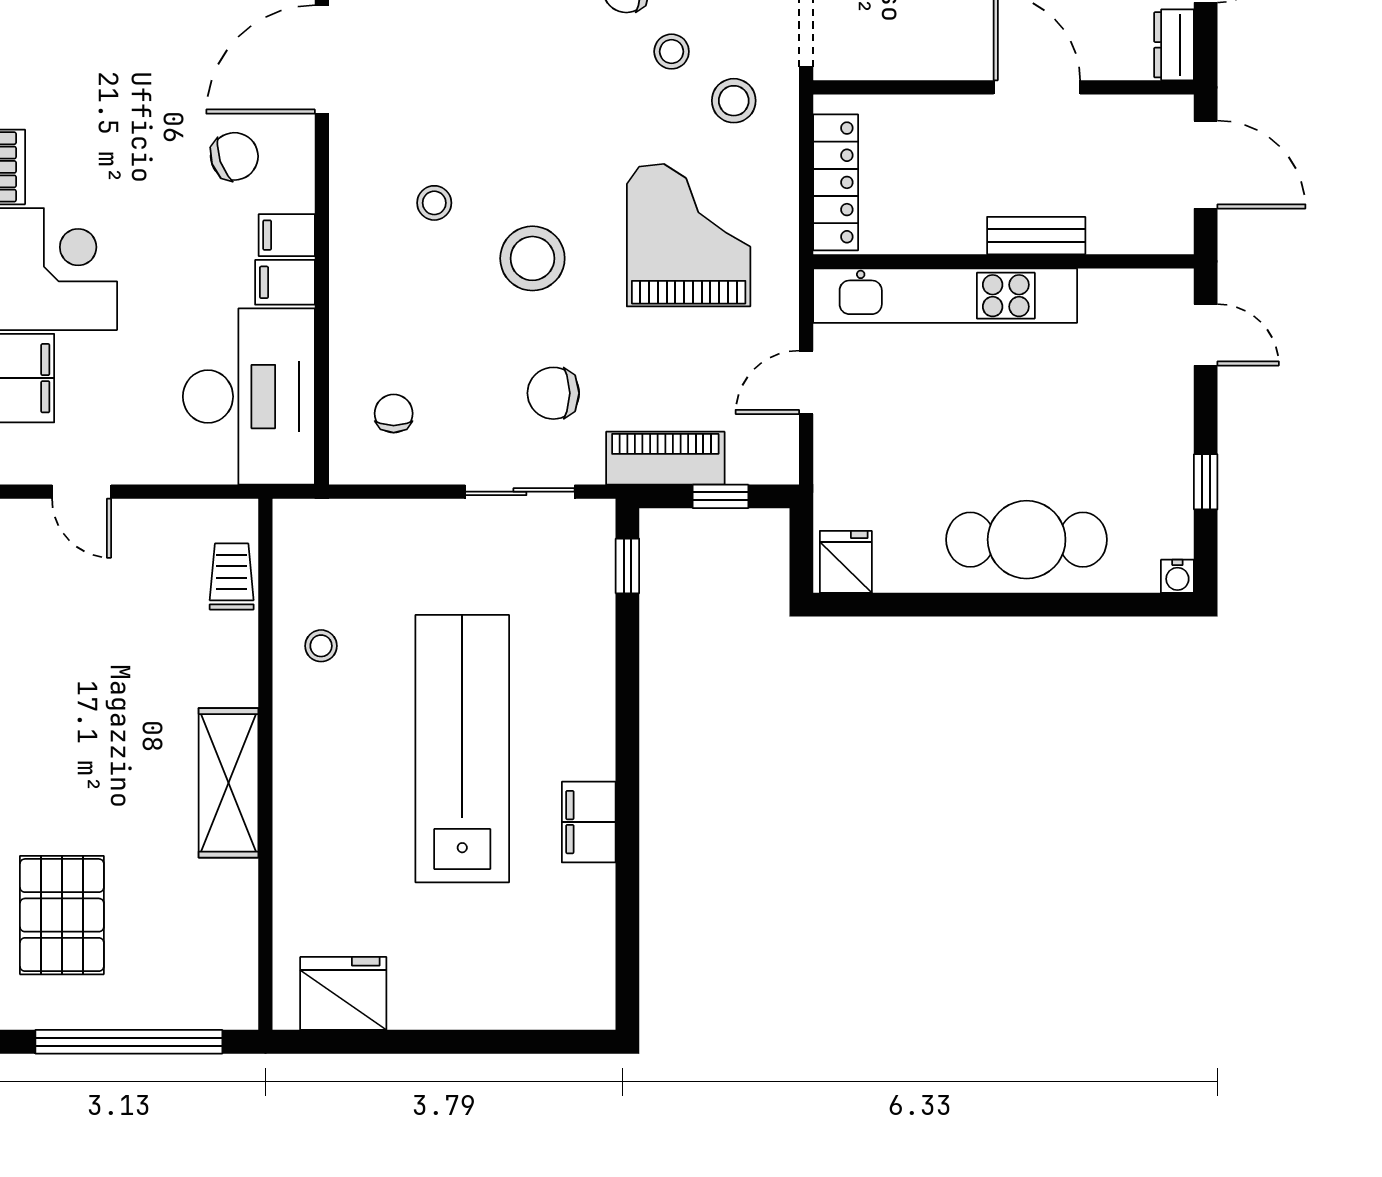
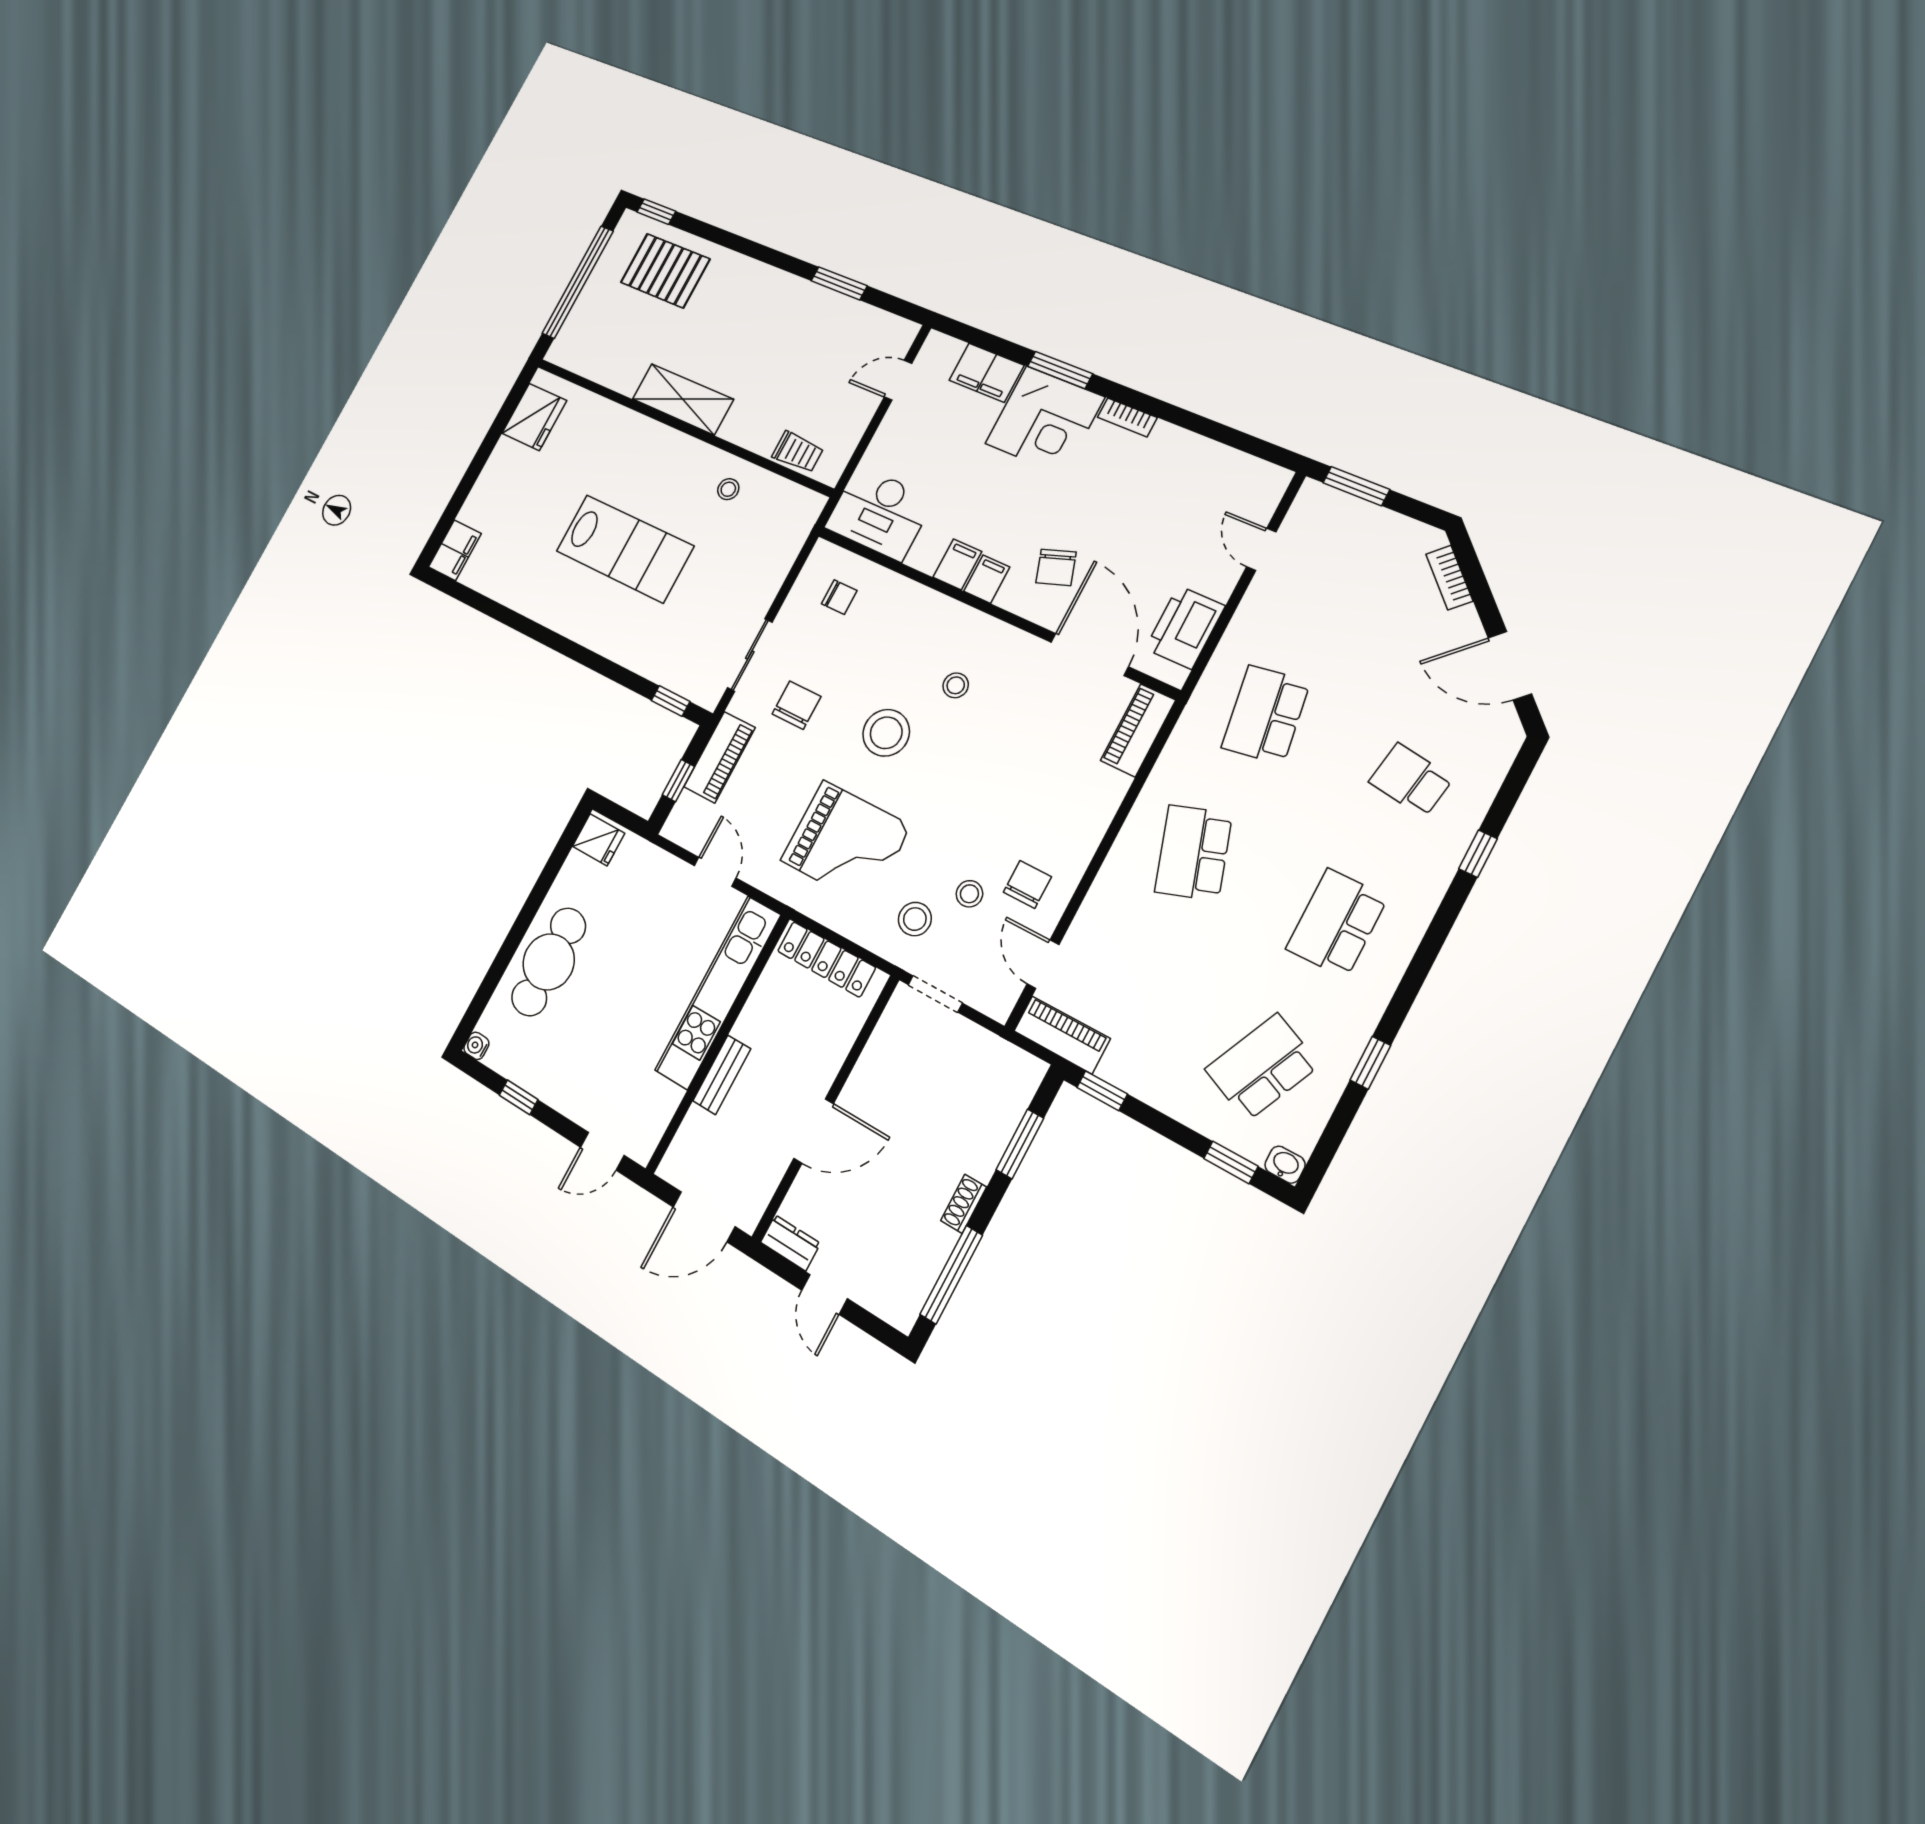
desk: (249, 397) -> (879, 513), width x0.73, depth x0.77
lab bench: (462, 749) -> (625, 549), width x0.73
filing cabinet: (589, 822) -> (455, 550), moved, turned 90

